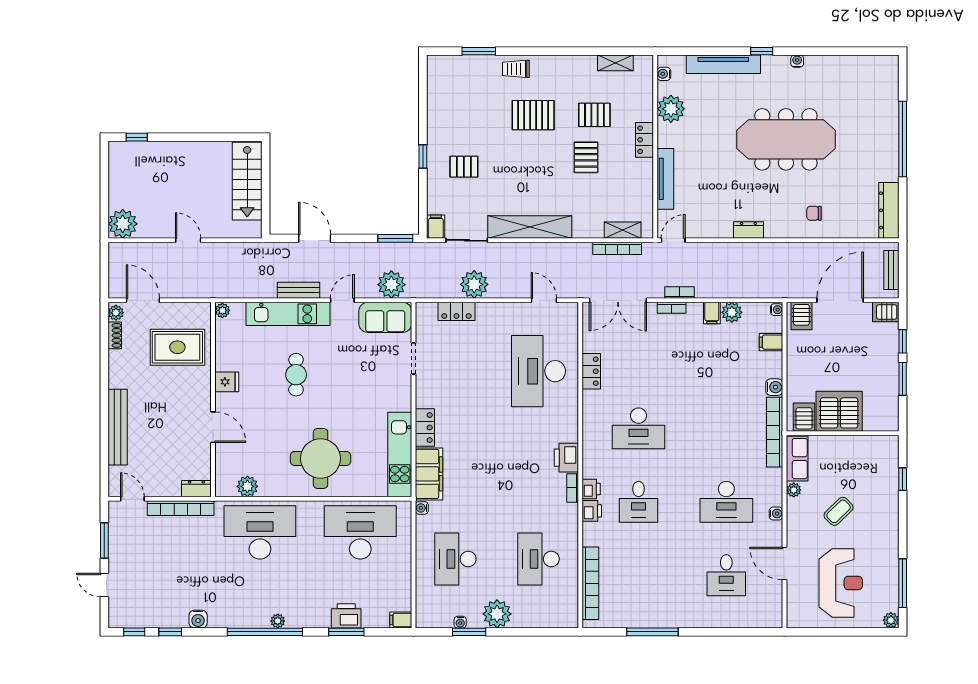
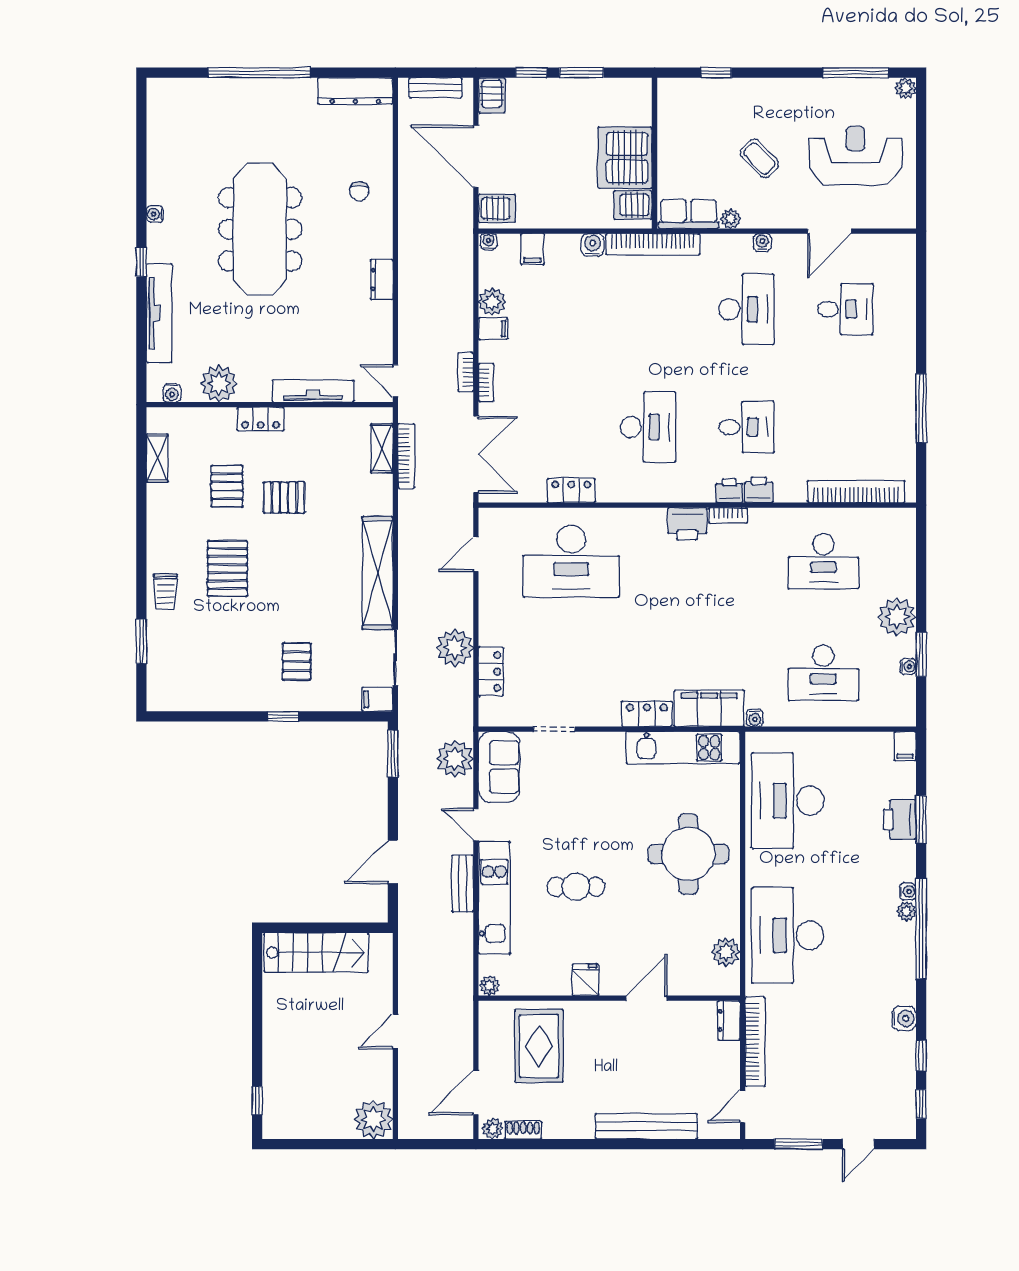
water cooler: (293, 622) -> (908, 891), added

